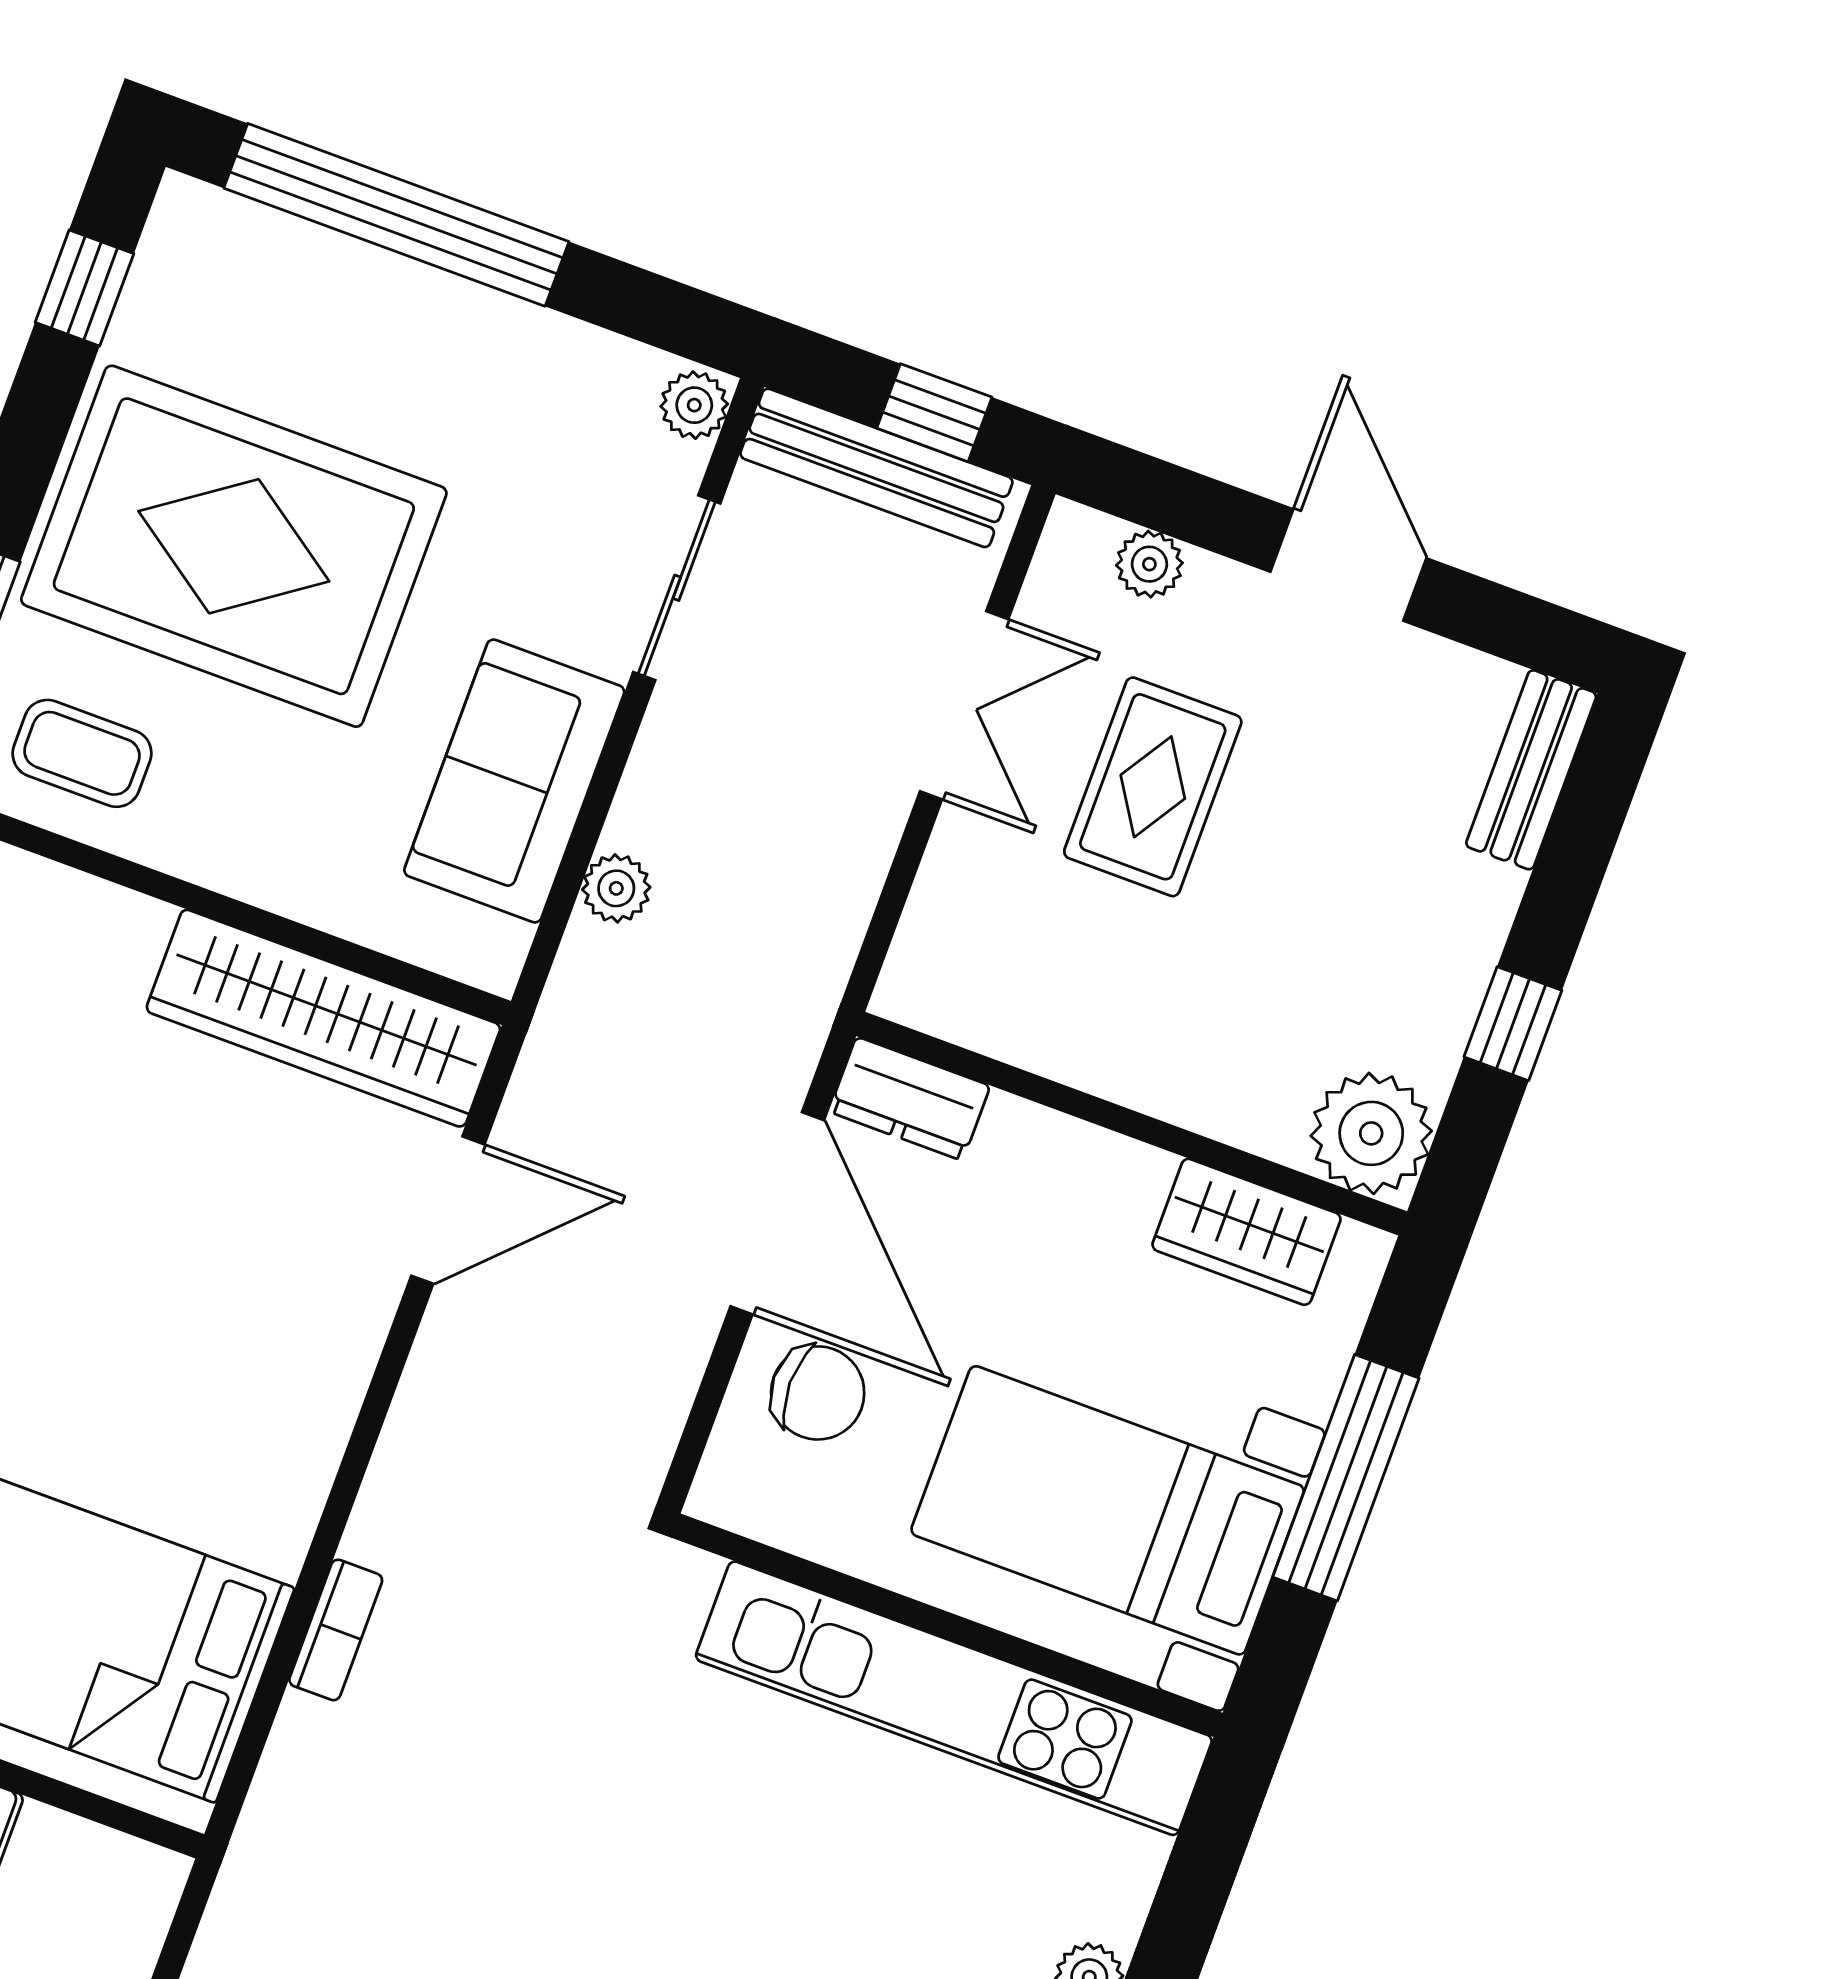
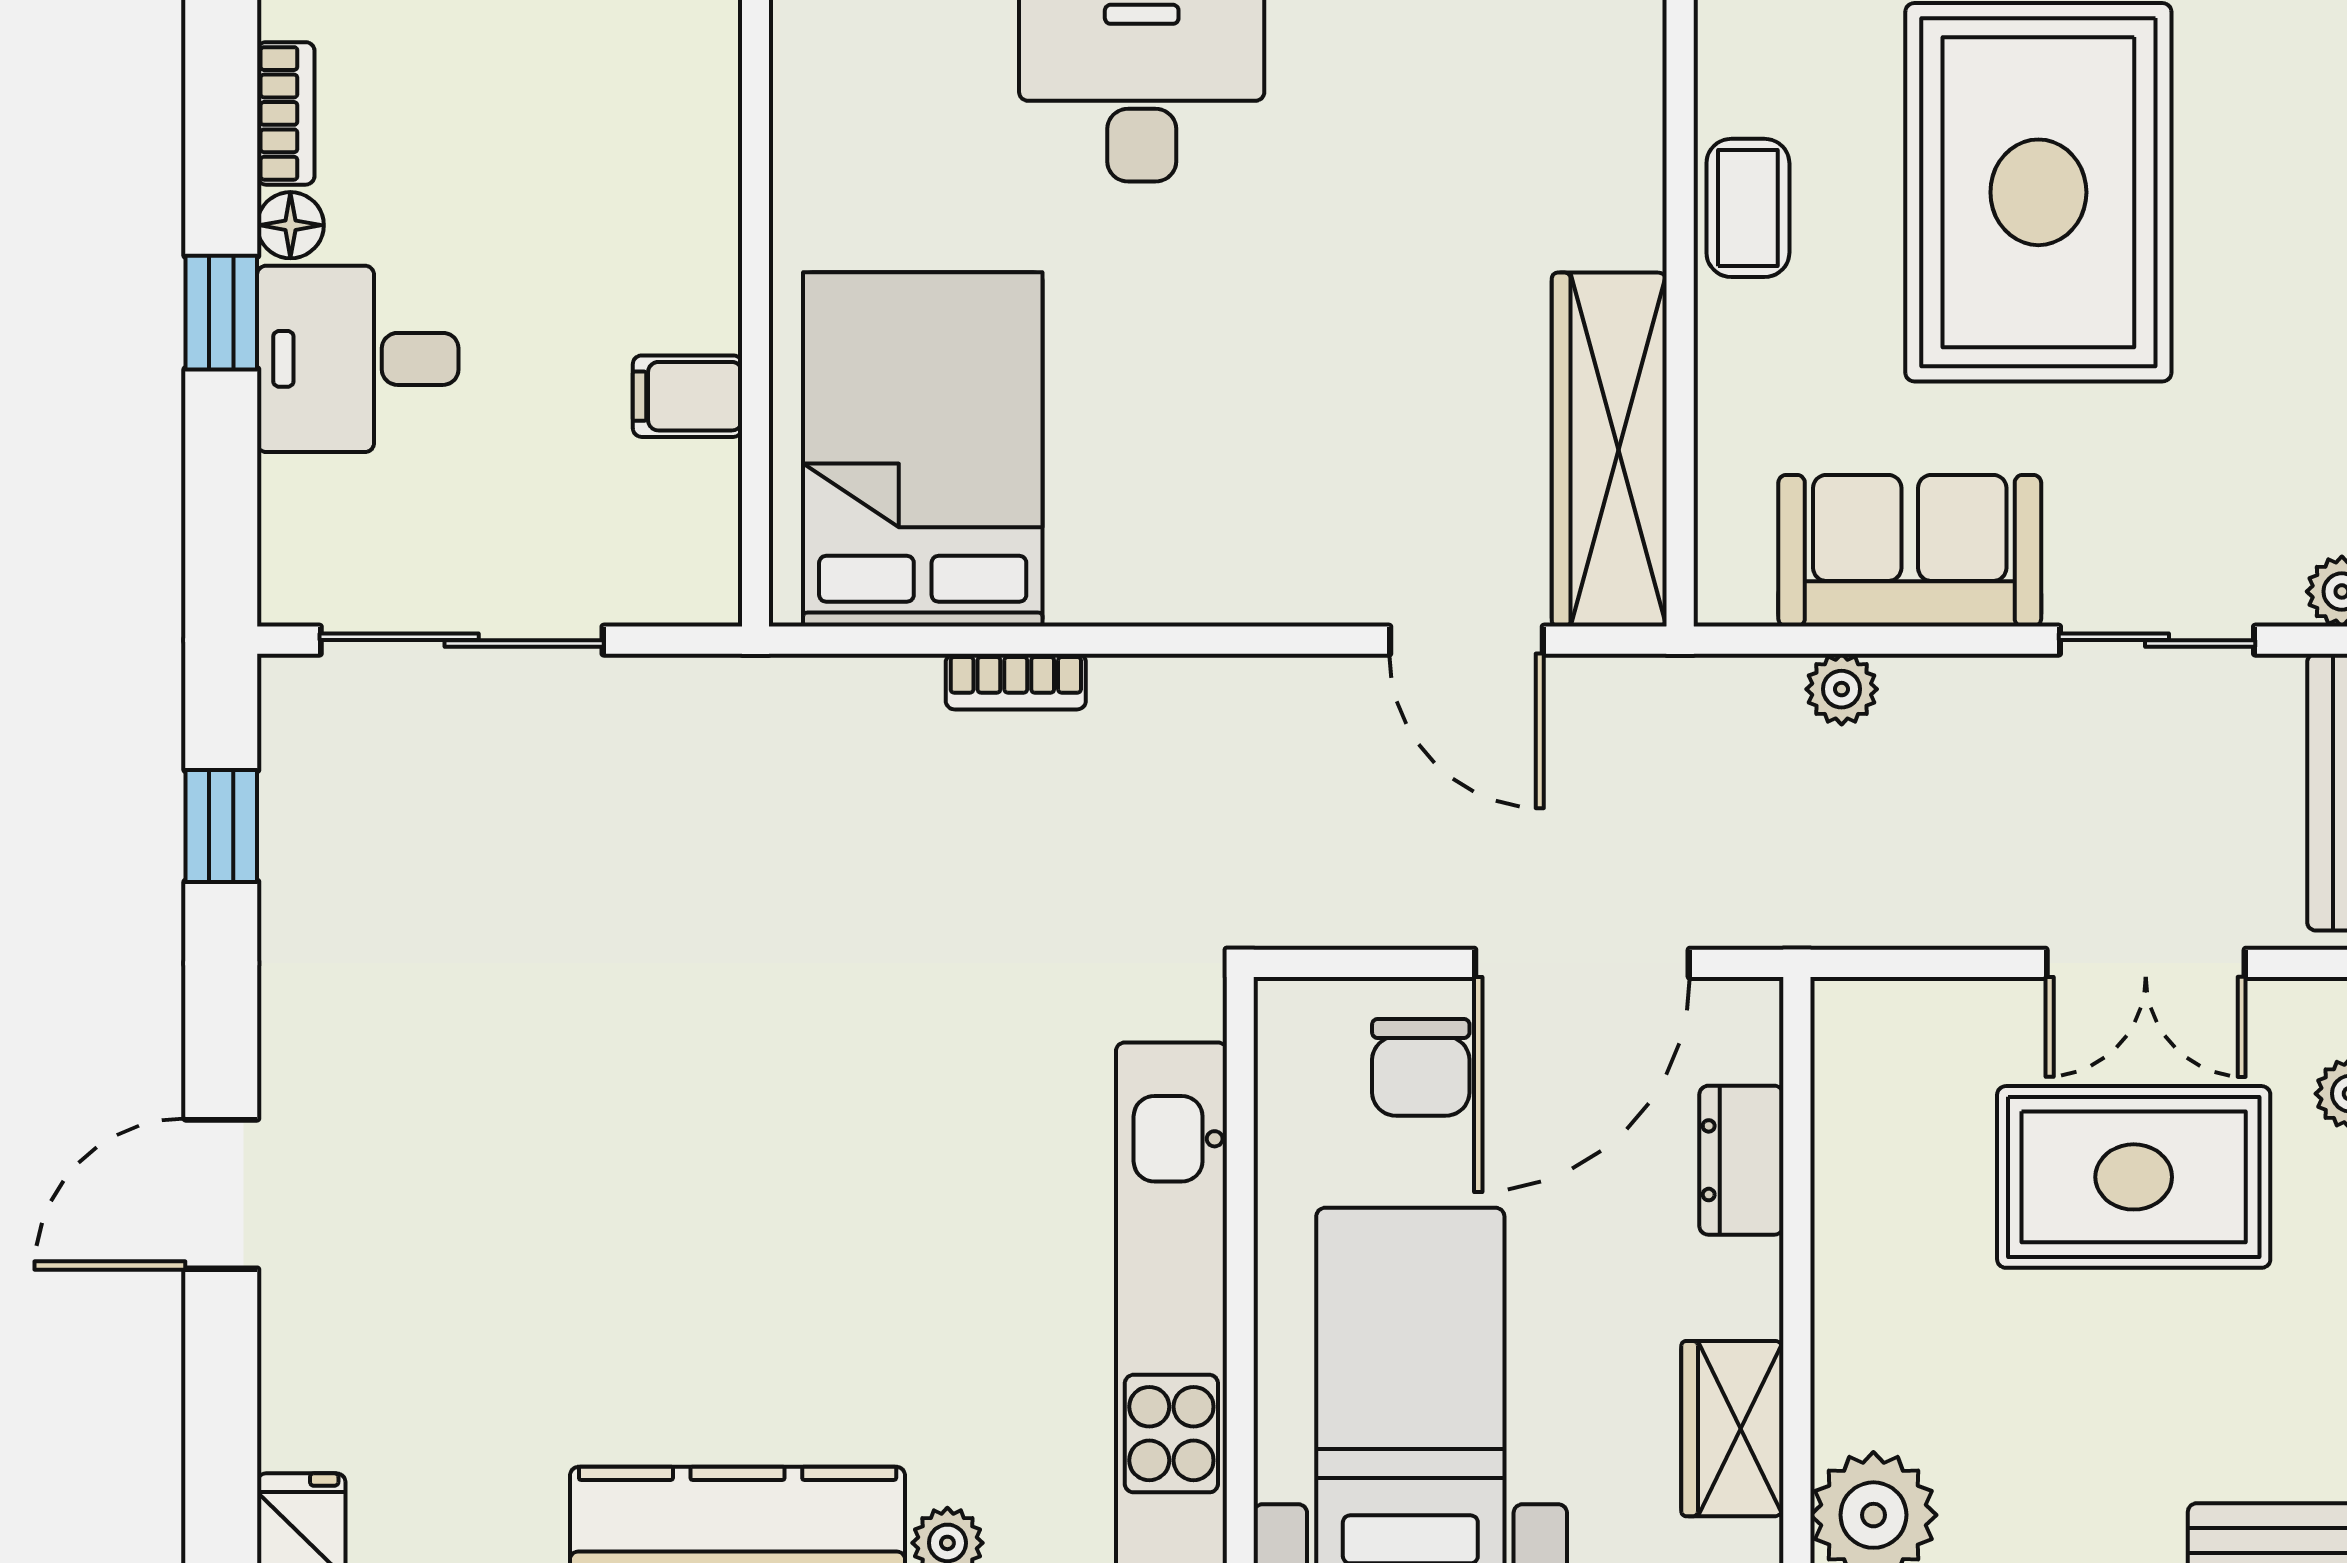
coffee table: (82, 753) -> (1748, 208), moved
rug: (1153, 787) -> (2134, 1177), width x1.36, depth x1.43
dresser: (910, 1099) -> (1741, 1160), moved

